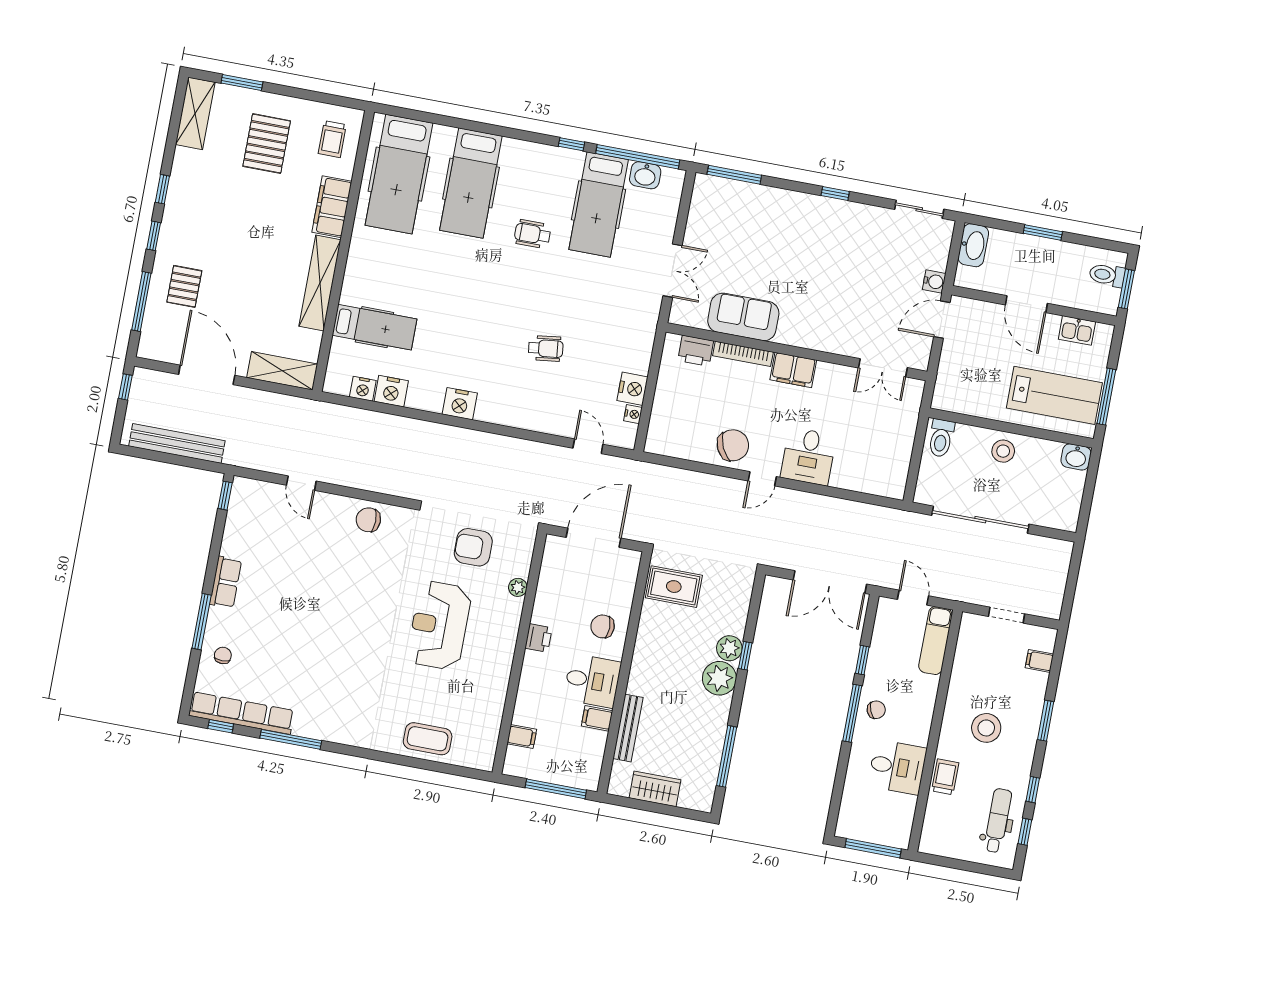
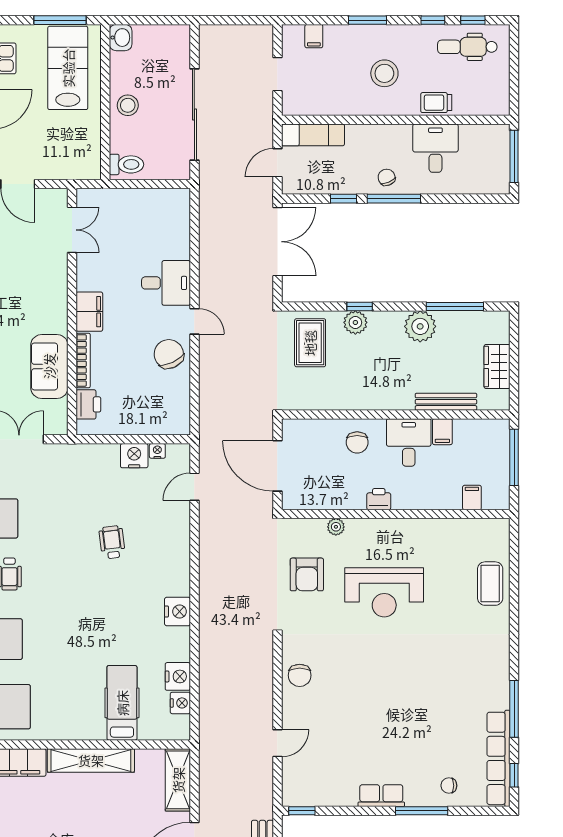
rug: (674, 587) -> (310, 343), moved
plant: (719, 678) -> (420, 326), moved

